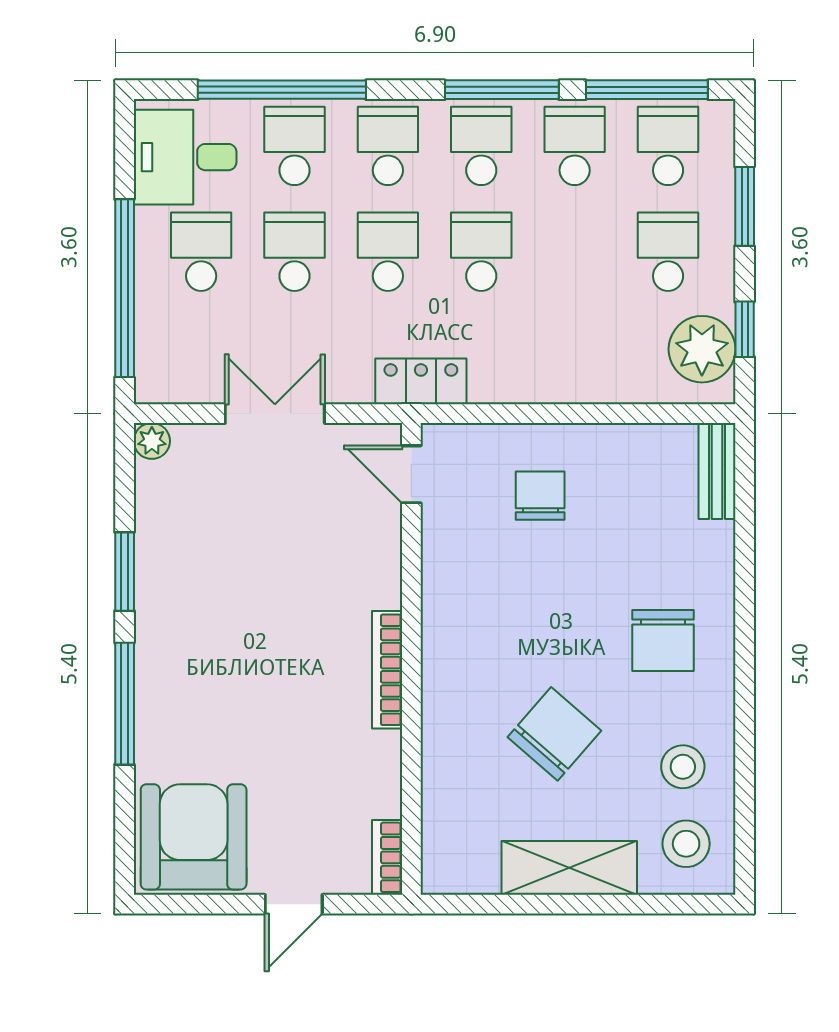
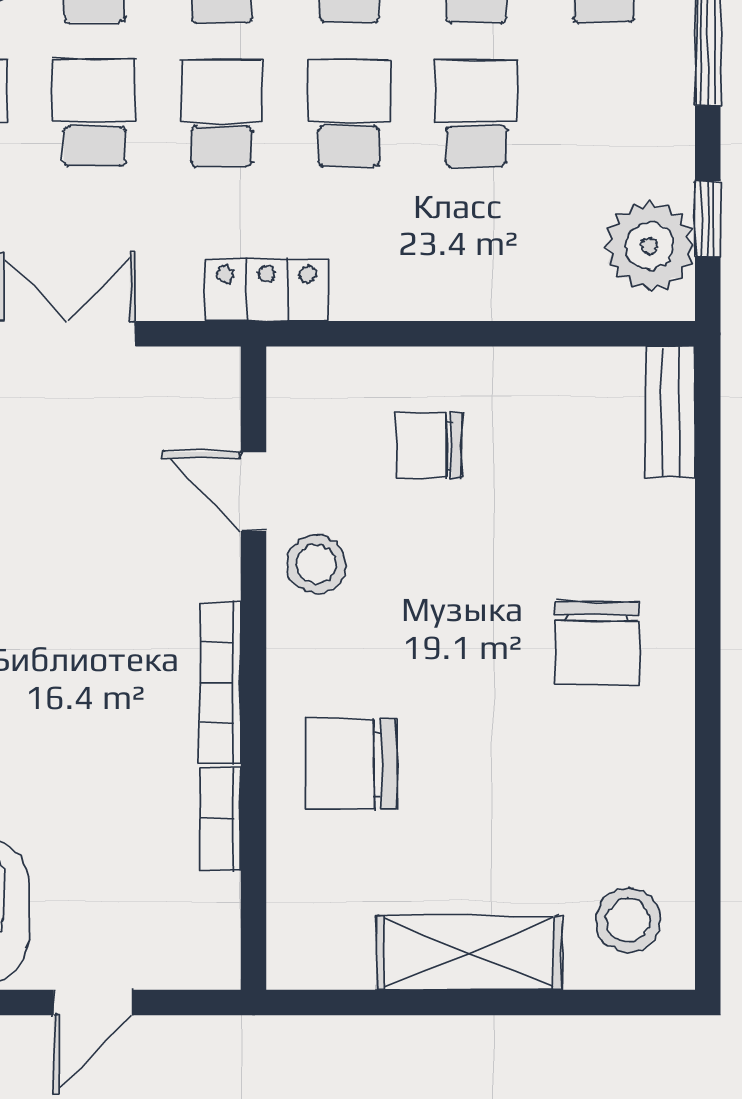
school desk: (668, 252) -> (476, 113), moved
door: (411, 474) -> (254, 492), moved
chair: (540, 496) -> (429, 446), turned -90
chair: (554, 734) -> (351, 764), moved, turned -131
stool: (683, 767) -> (316, 564), moved
bookcase: (387, 857) -> (220, 820), moved

